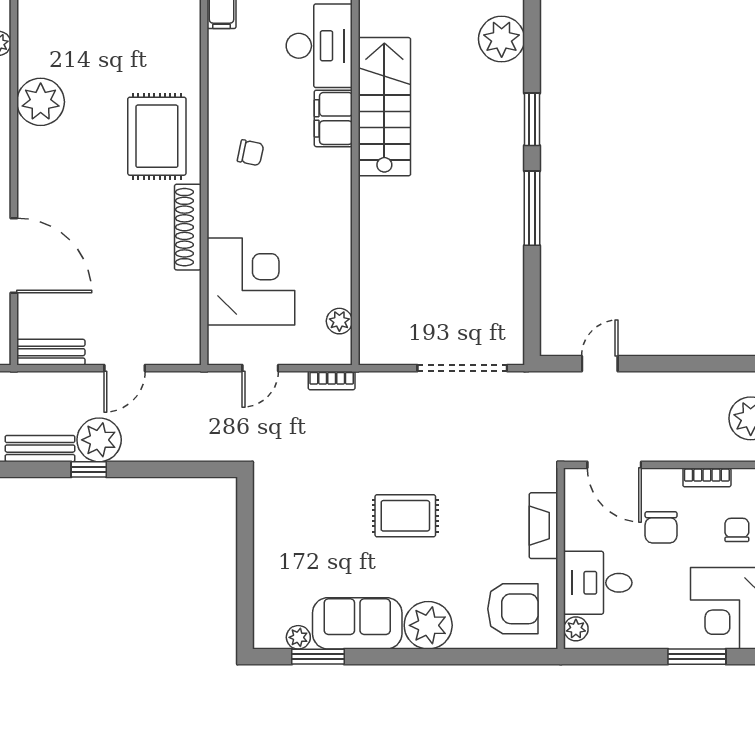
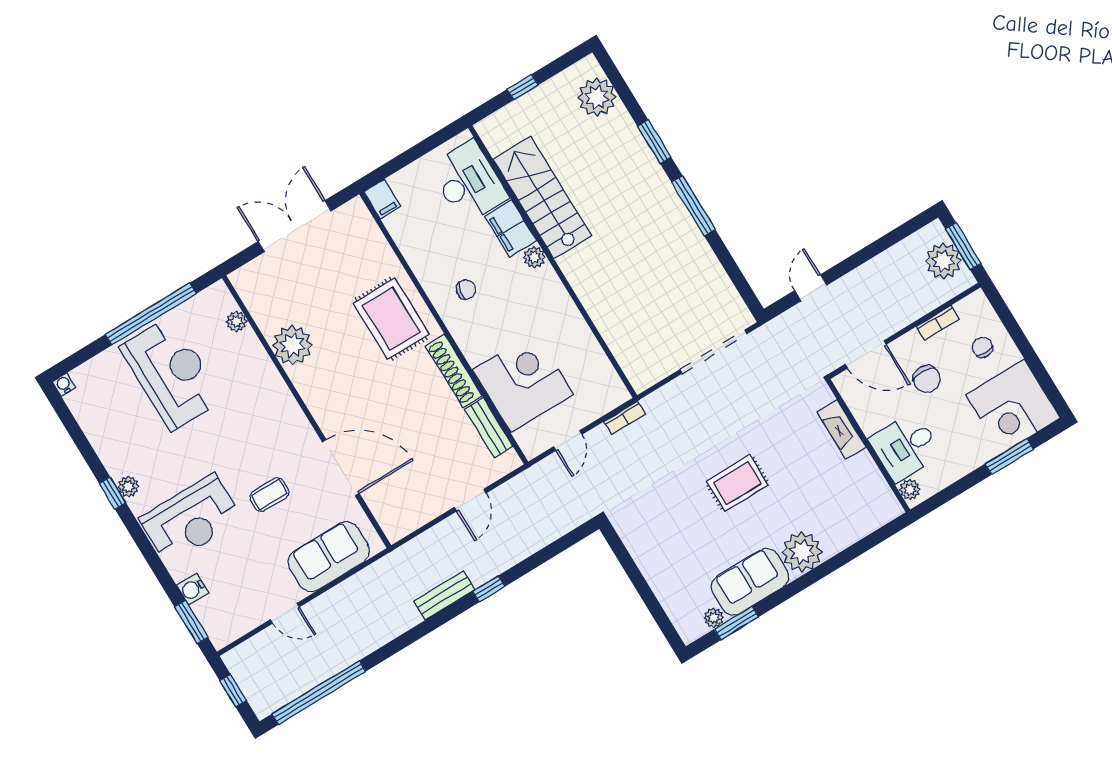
plant: (339, 321) -> (534, 257), moved
bench: (51, 352) -> (489, 428), moved, turned 90
plant: (99, 440) -> (483, 563), removed
armchair: (513, 609) -> (856, 503), removed

